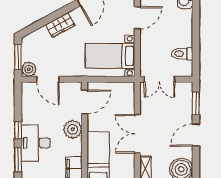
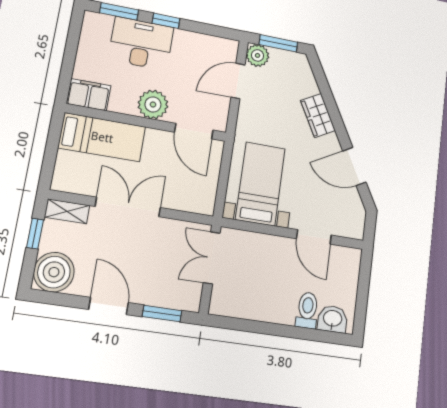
toilet: (182, 54) -> (307, 310), moved

